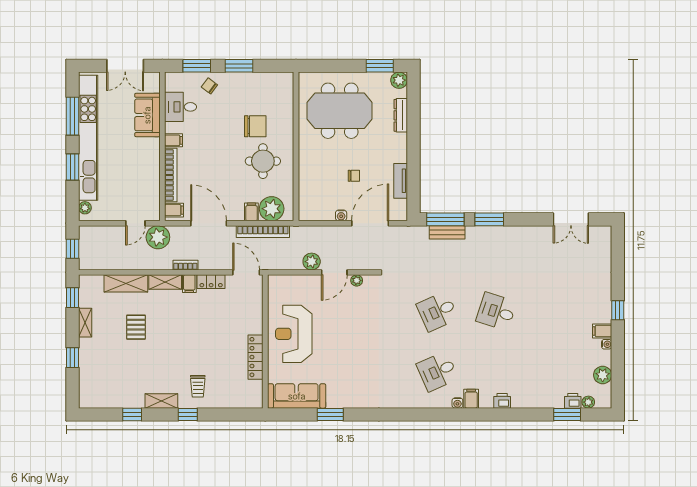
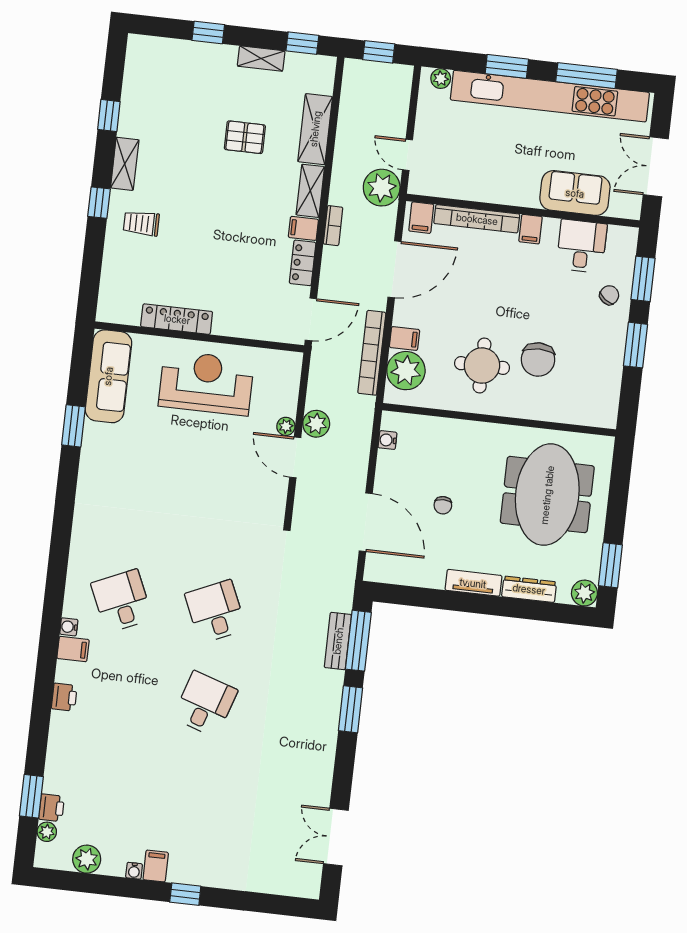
tv unit: (401, 181) -> (473, 583), moved
water cooler: (341, 215) -> (387, 440), moved
plant: (357, 280) -> (286, 426), moved

